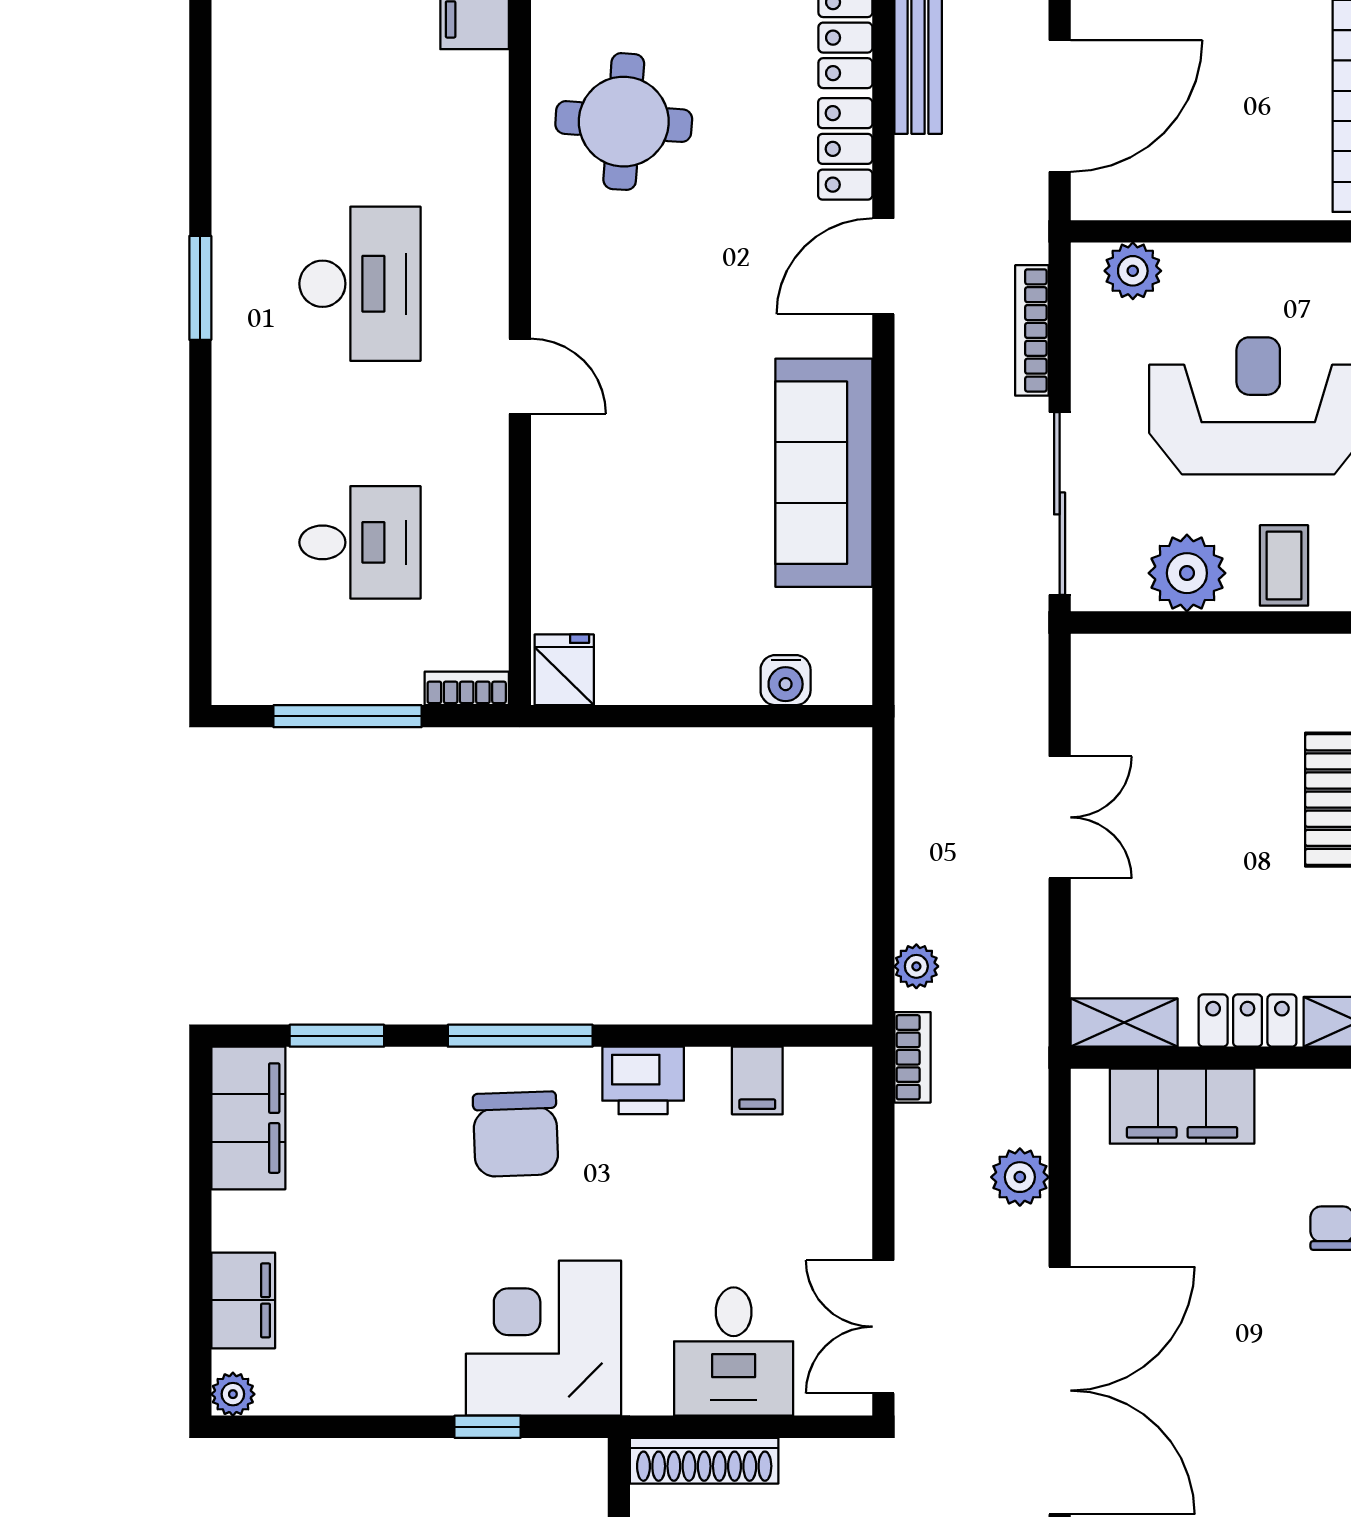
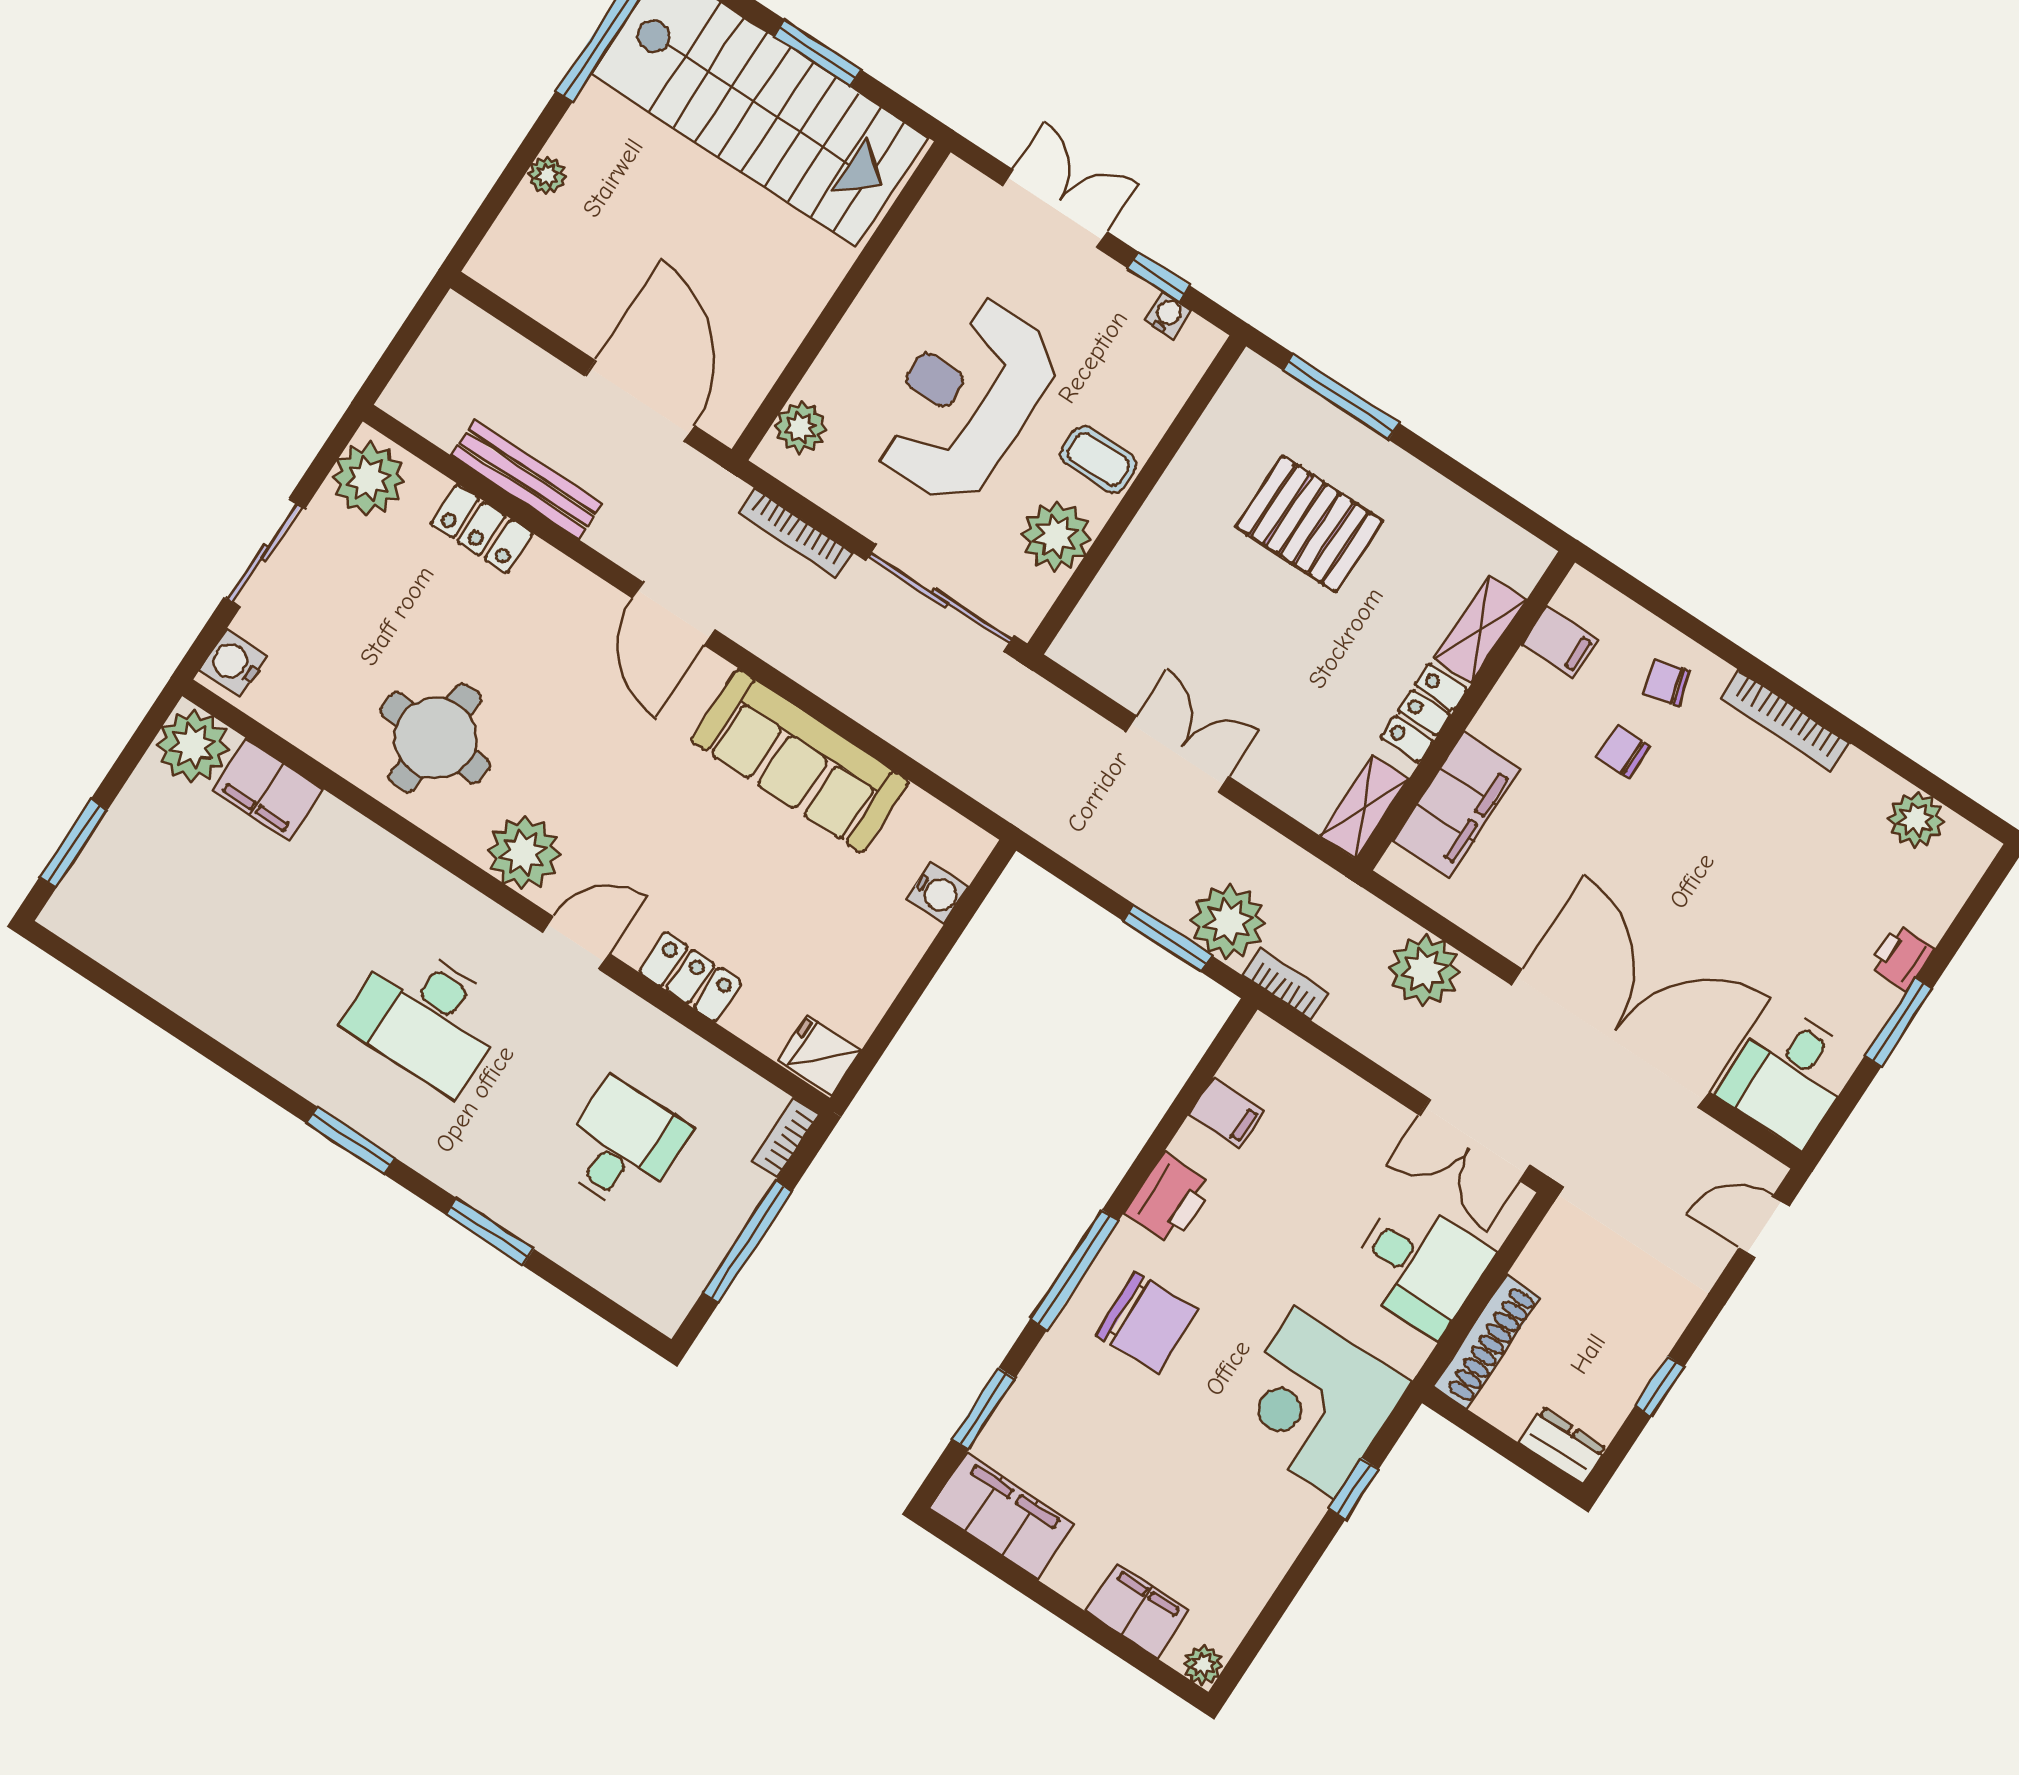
locker: (845, 149) -> (691, 977), moved, turned 180
plant: (571, 273) -> (524, 853), added
desk: (360, 284) -> (427, 1018), turned 180
window: (200, 472) -> (490, 1232), added
window: (883, 920) -> (1167, 938), added
plant: (916, 966) -> (1228, 922), width x1.87, depth x1.87
plant: (1020, 1177) -> (1424, 970), width x1.36, depth x1.36

